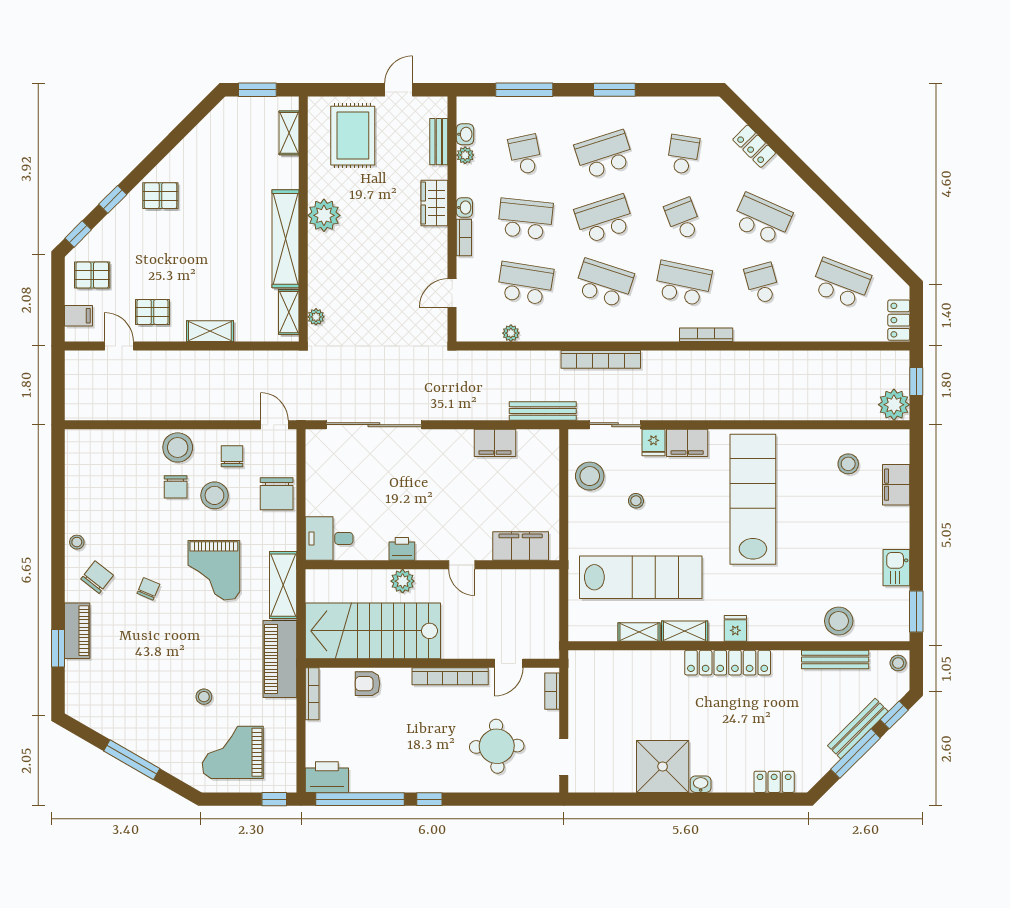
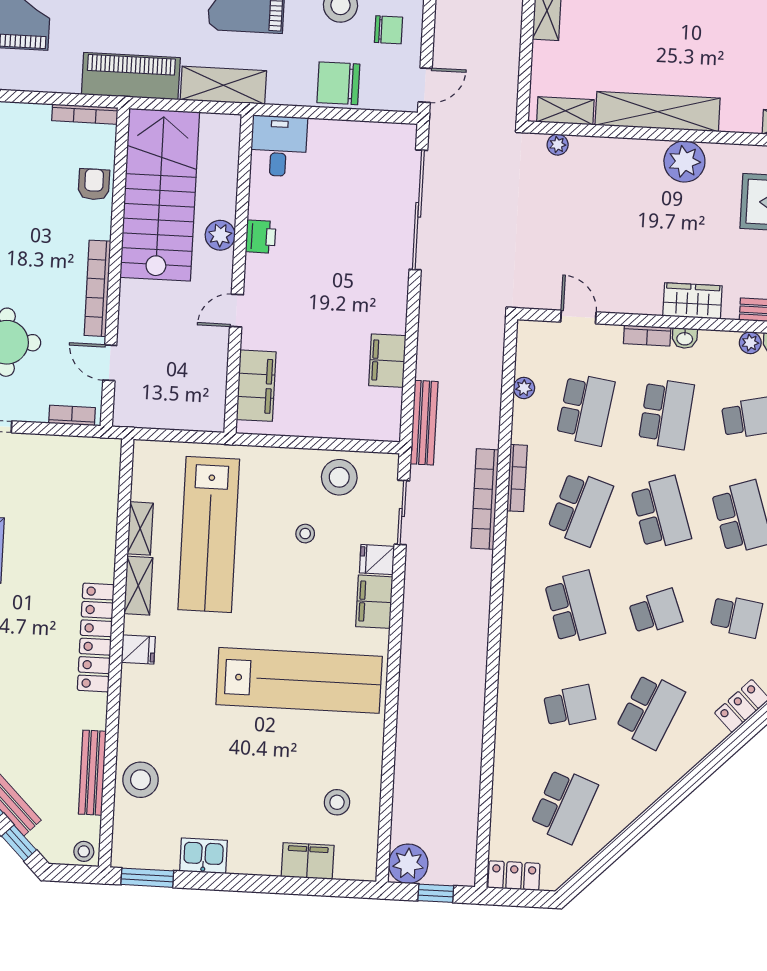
school desk: (683, 283) -> (575, 607), turned -30
bookcase: (706, 335) -> (517, 478), moved

